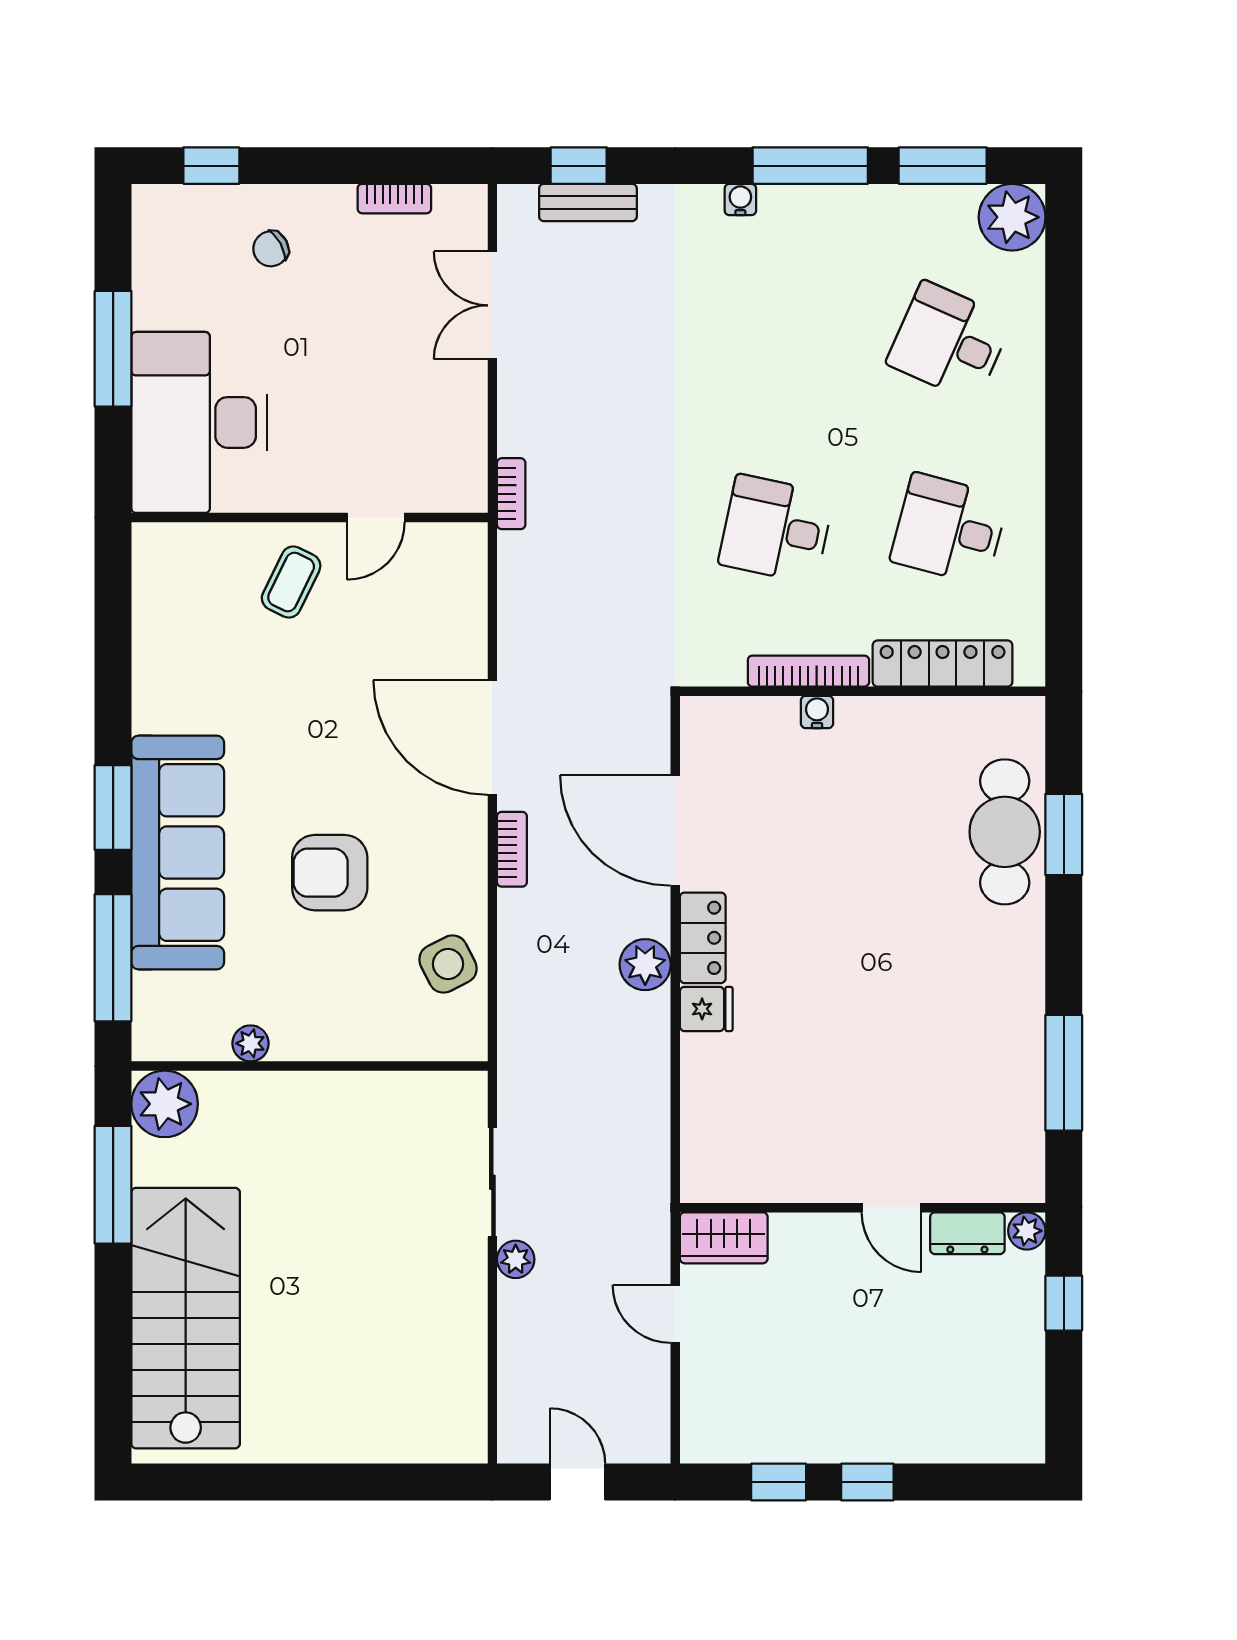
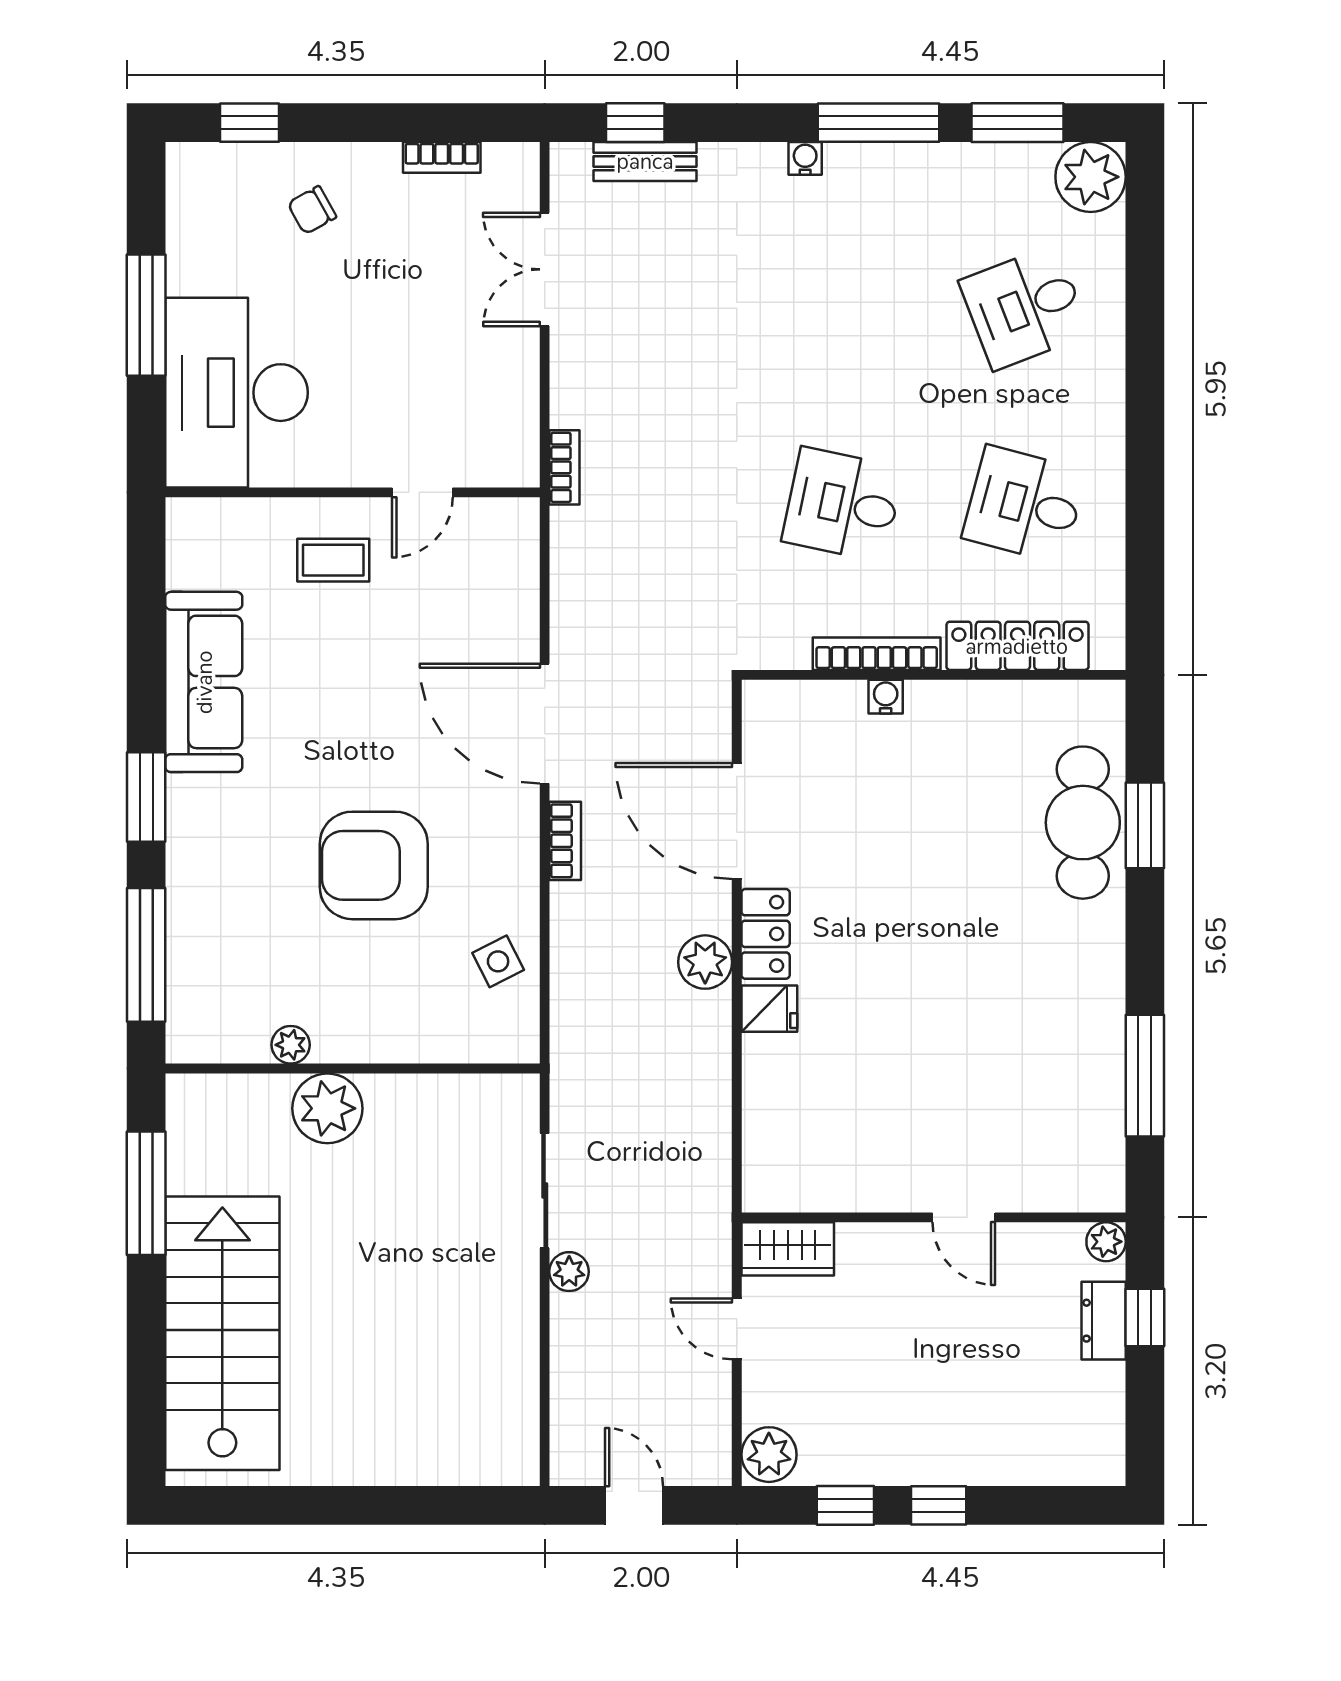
desk: (949, 341) -> (1025, 307), turned -45
coffee table: (291, 582) -> (333, 560), turned 64
sofa: (178, 853) -> (204, 682), moved, width x0.74, depth x0.79
armchair: (330, 873) -> (374, 865), width x1.36, depth x1.36
side table: (448, 964) -> (498, 961), width x0.73, depth x0.73
plant: (165, 1104) -> (327, 1108), moved
dresser: (967, 1233) -> (1104, 1321), moved, turned 90
plant: (706, 1434) -> (769, 1455), added

